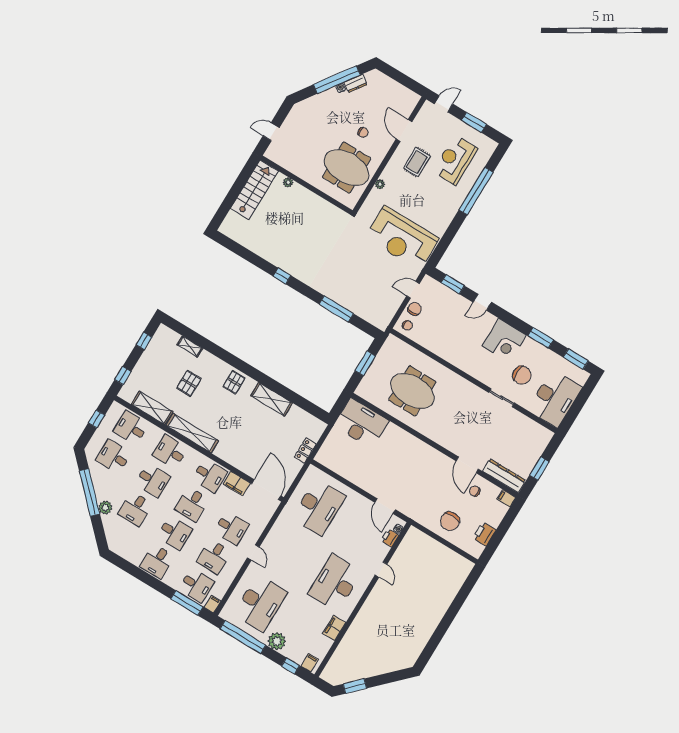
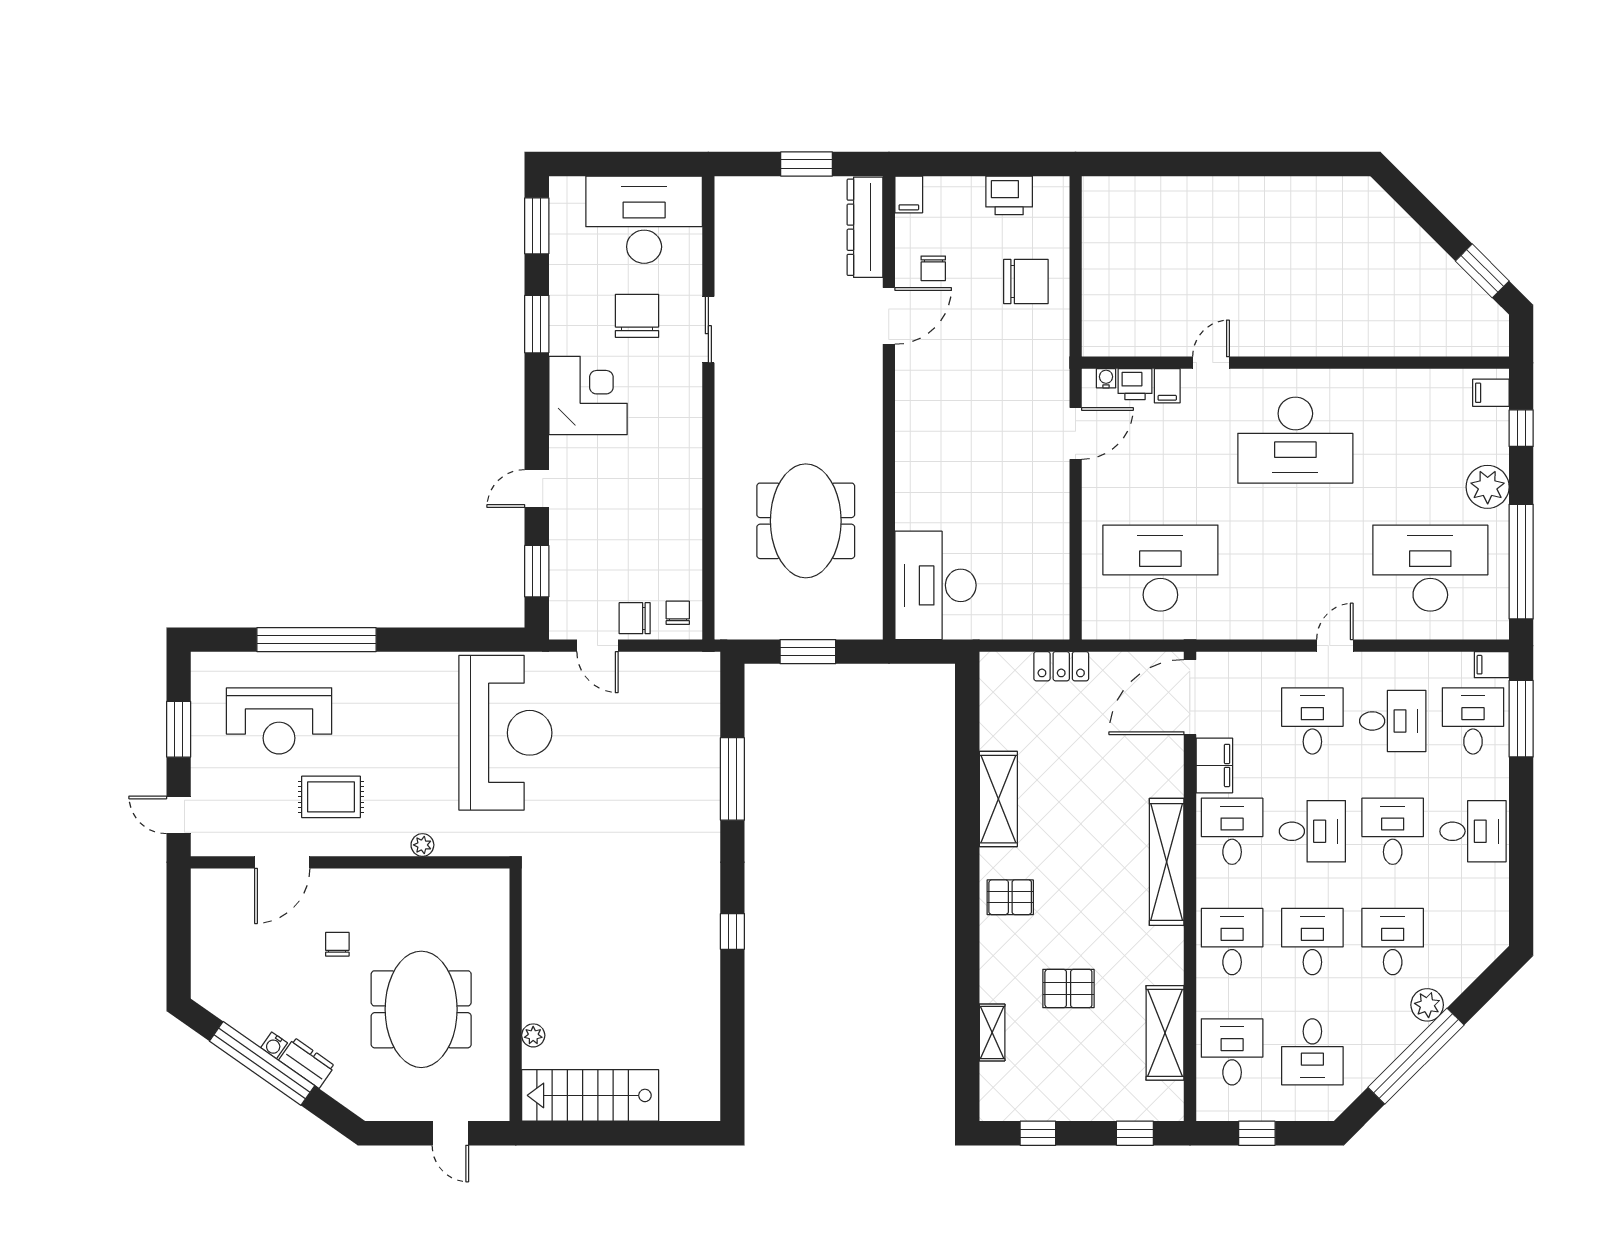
dresser: (356, 83) -> (307, 1063), moved
meeting table: (347, 168) -> (421, 1009), moved
door: (482, 302) -> (537, 489), swing flipped
desk: (131, 428) -> (1232, 1052), turned 180
shelving: (192, 433) -> (1167, 862), moved
desk: (170, 452) -> (1232, 942), turned 180
desk: (135, 509) -> (1393, 942), turned -90
filing cabinet: (334, 628) -> (1167, 386), moved, width x0.50

